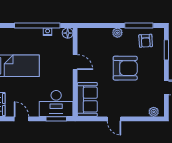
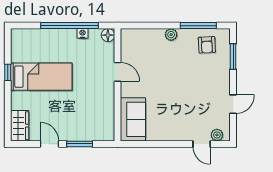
armchair: (125, 68) -> (181, 80), removed
desk: (56, 103) -> (93, 124), removed
window: (56, 119) -> (80, 144), moved
door: (114, 119) -> (202, 144), moved

